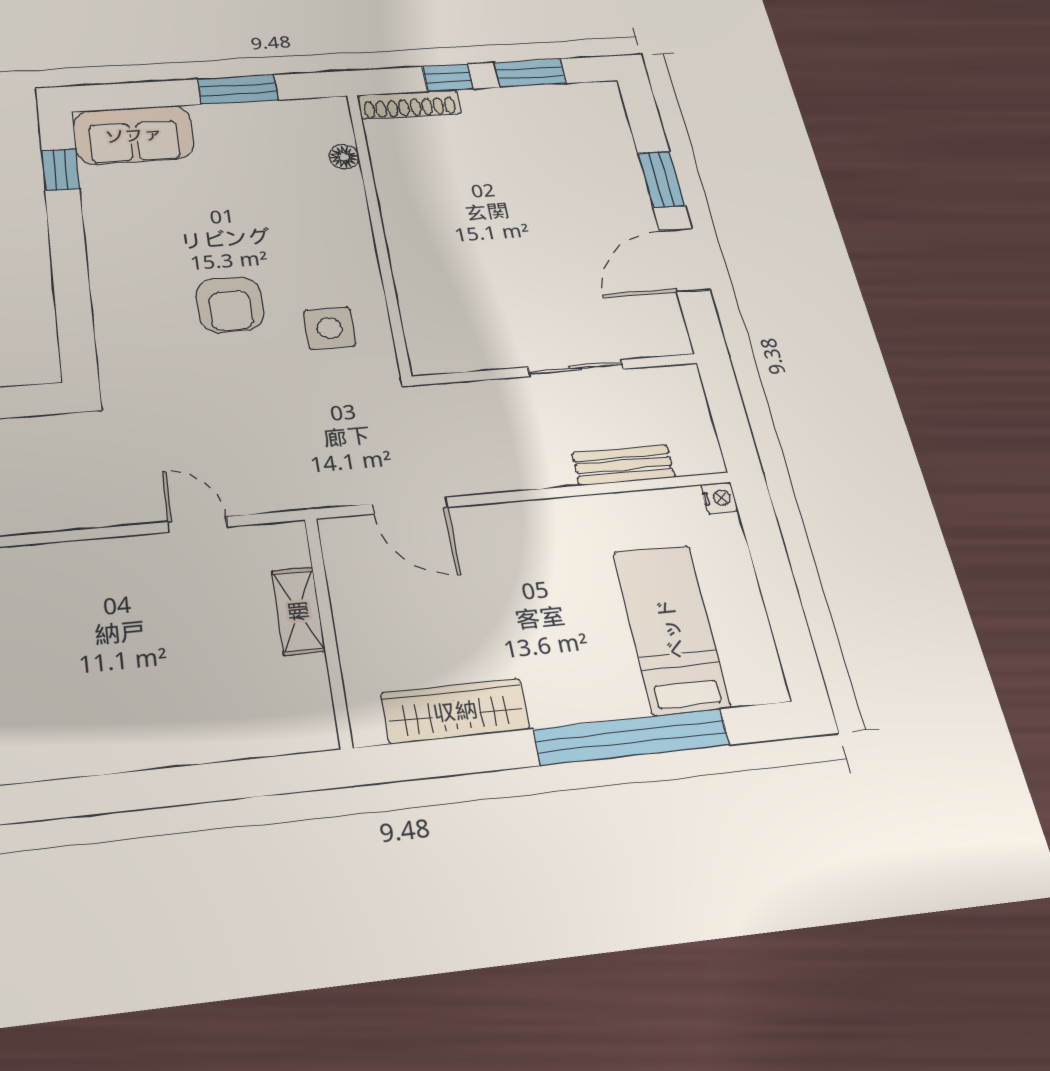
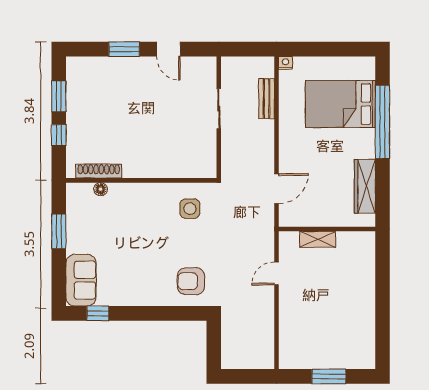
shoe rack: (409, 104) -> (99, 171), moved, turned -90
door: (684, 260) -> (168, 49), width x0.73
armchair: (230, 304) -> (191, 281), moved, turned 180
bed: (671, 629) -> (340, 104), width x1.50

